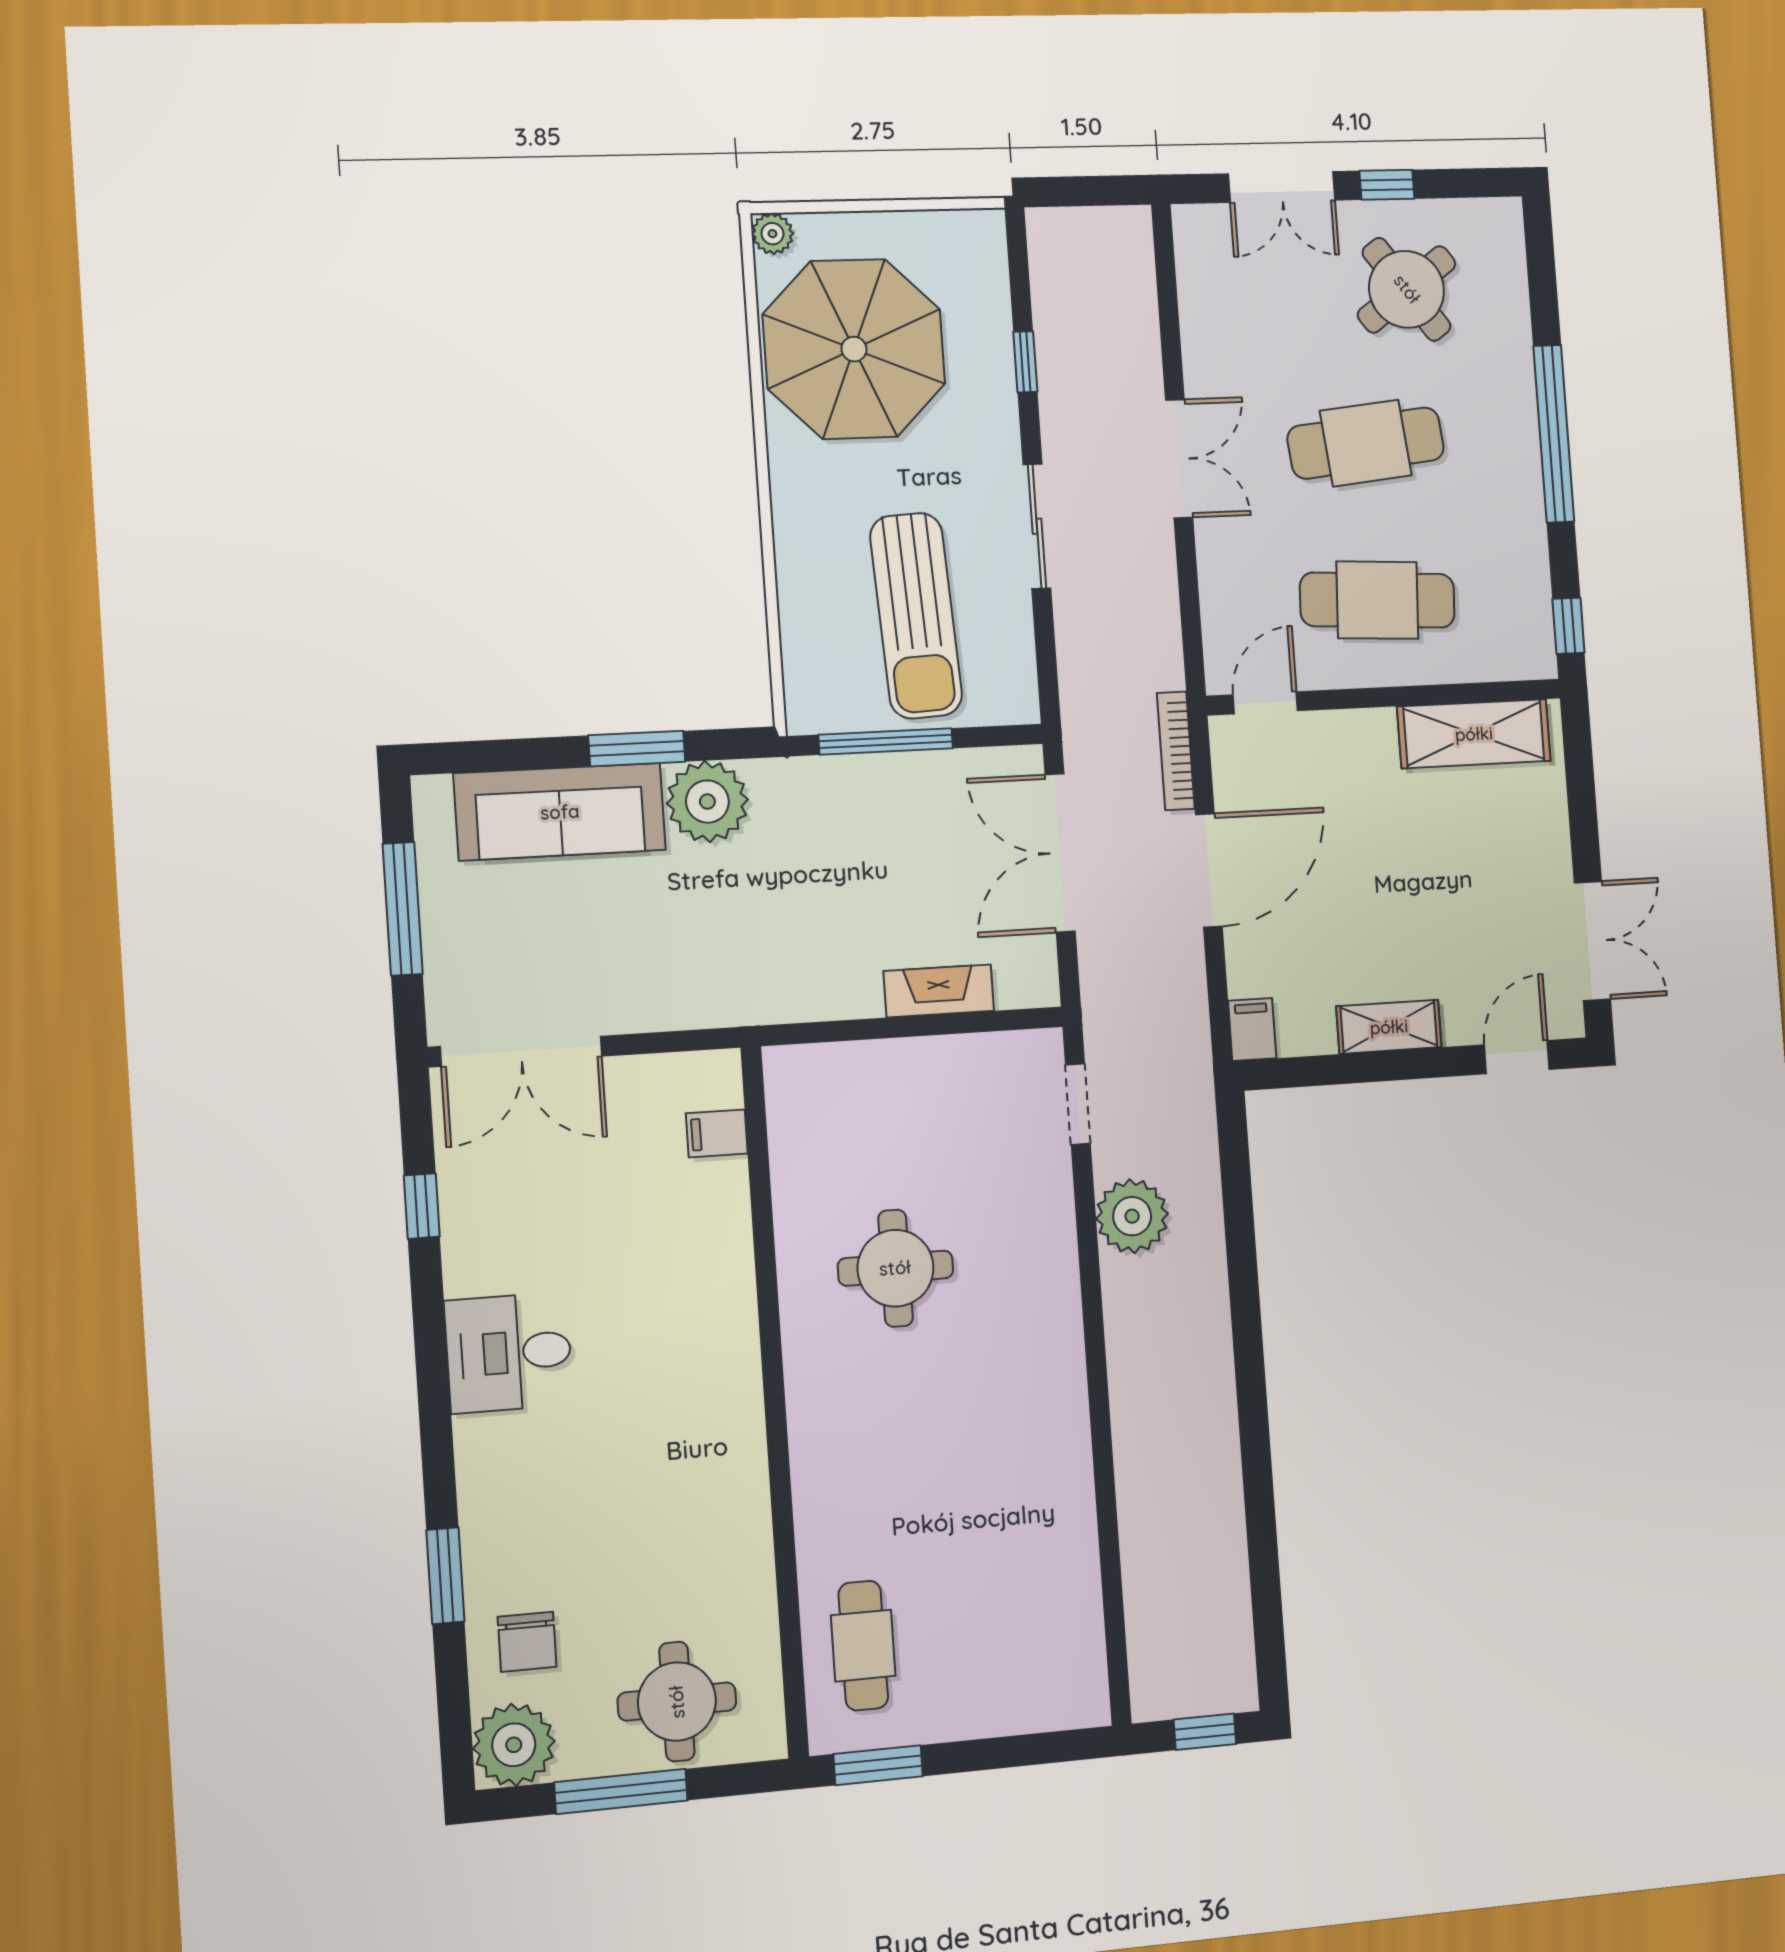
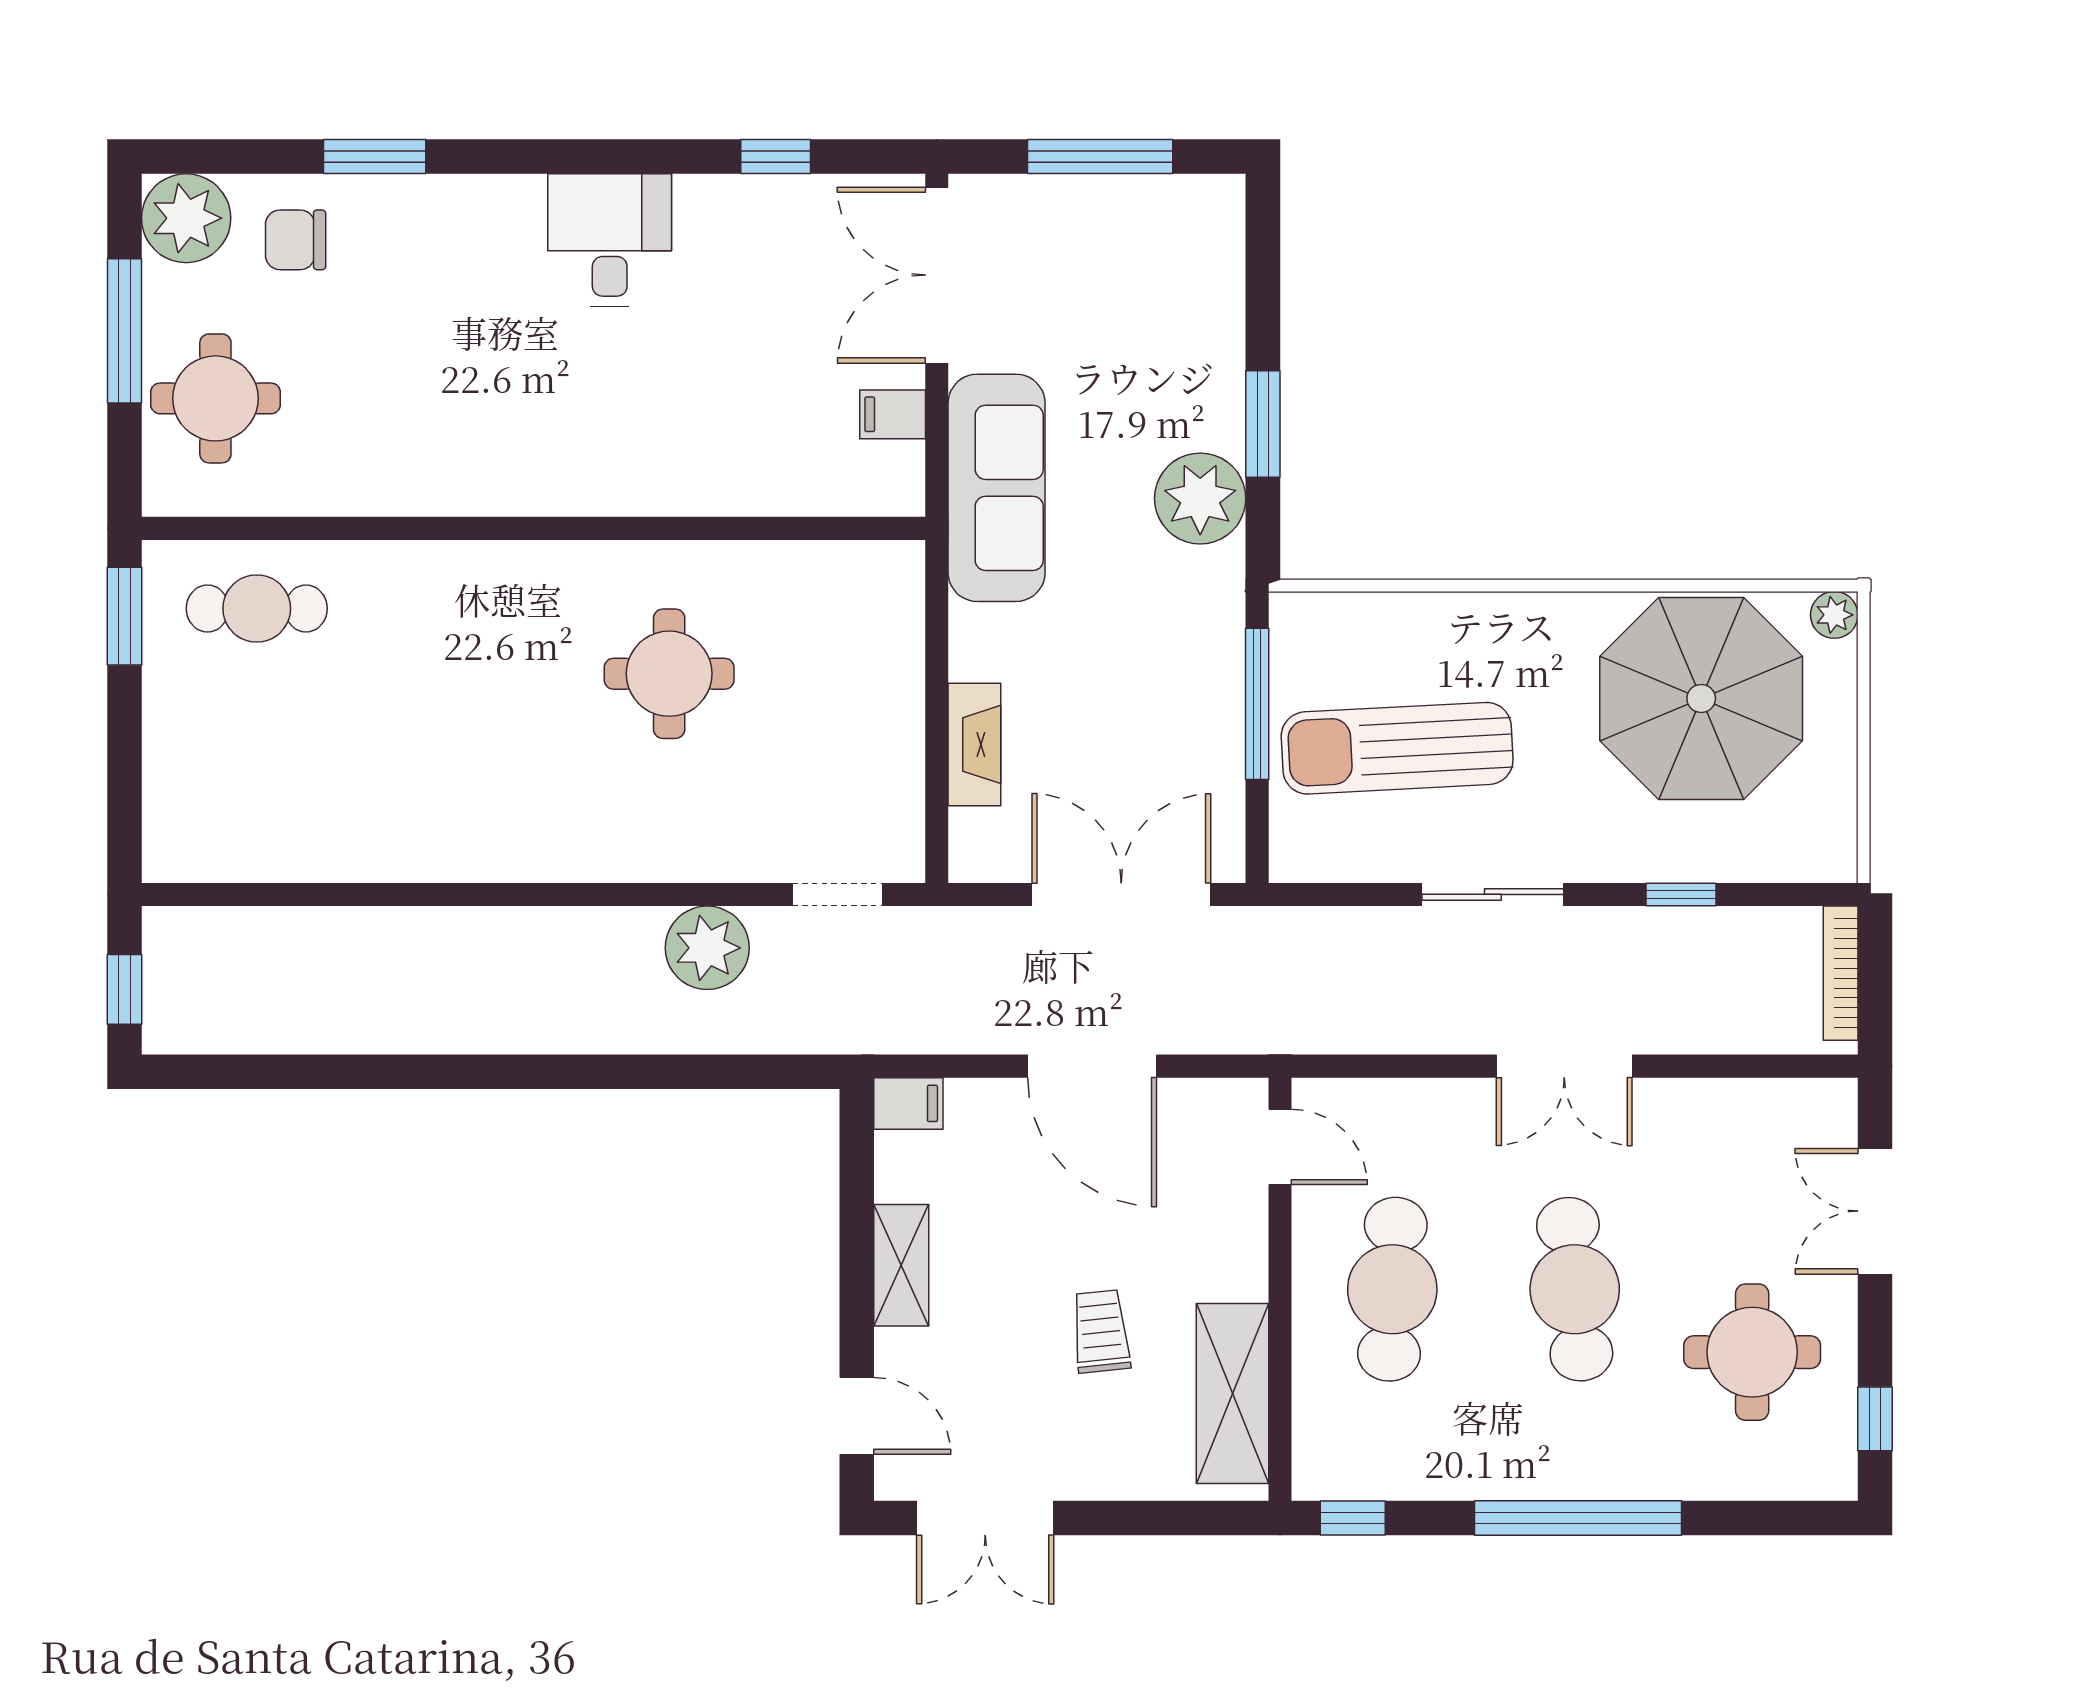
window: (1387, 185) -> (1875, 1419), moved
round table: (1407, 289) -> (1752, 1352), turned 36
bookcase: (1176, 751) -> (1841, 973), moved, turned -90
sofa: (560, 812) -> (997, 488), moved, turned 180
trolley: (1431, 850) -> (1101, 1331), added
filing cabinet: (717, 1133) -> (893, 414), moved, turned -90

